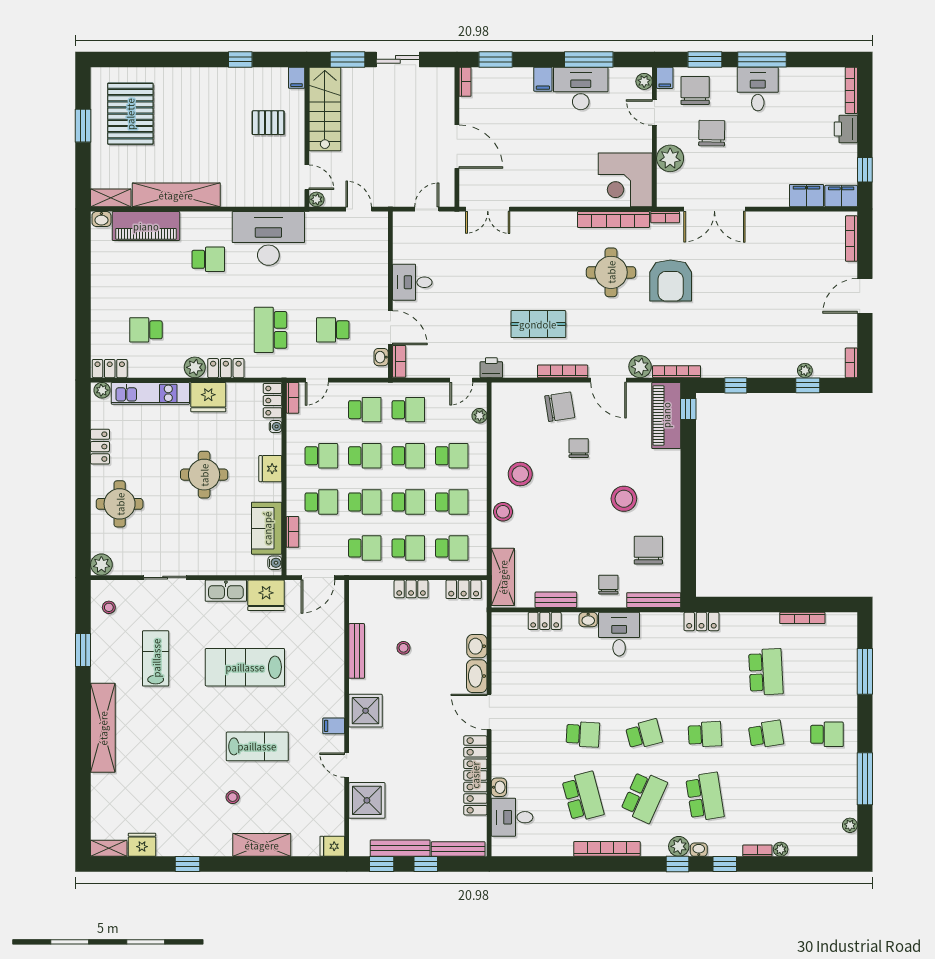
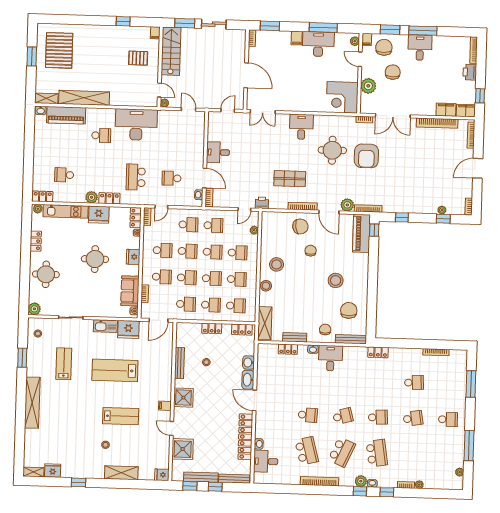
bookcase: (613, 220) -> (437, 123), moved
desk: (556, 233) -> (301, 127), added
school desk: (766, 672) -> (414, 382), width x0.54

